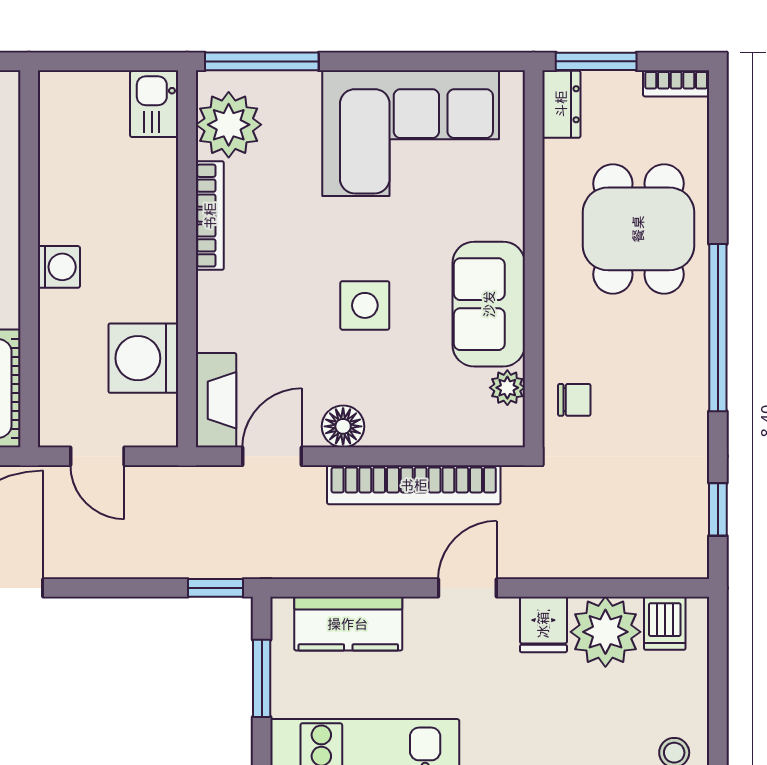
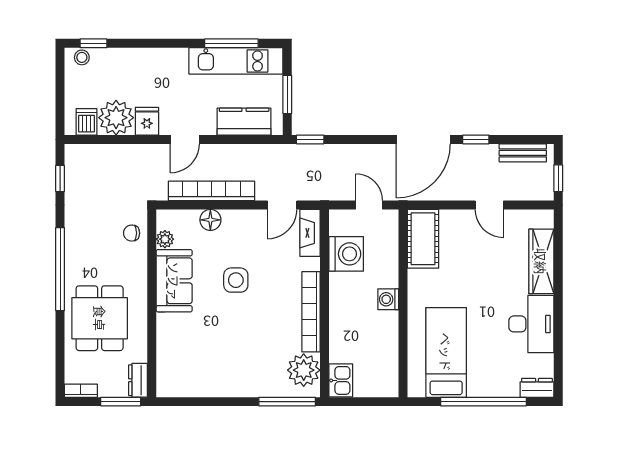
corner sofa: (411, 133) -> (213, 366), removed
bookcase: (210, 216) -> (311, 312), width x1.48, depth x1.31
floor lamp: (343, 426) -> (210, 220), moved

